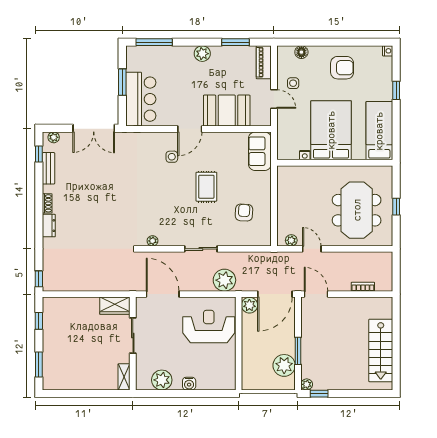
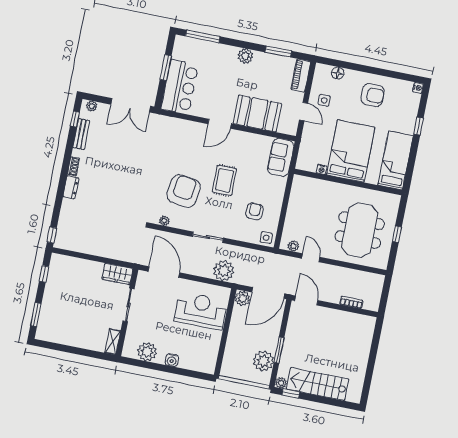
side table: (172, 157) -> (266, 238), moved
armchair: (166, 206) -> (184, 191), added
stairs: (381, 350) -> (318, 384), moved, turned 90

